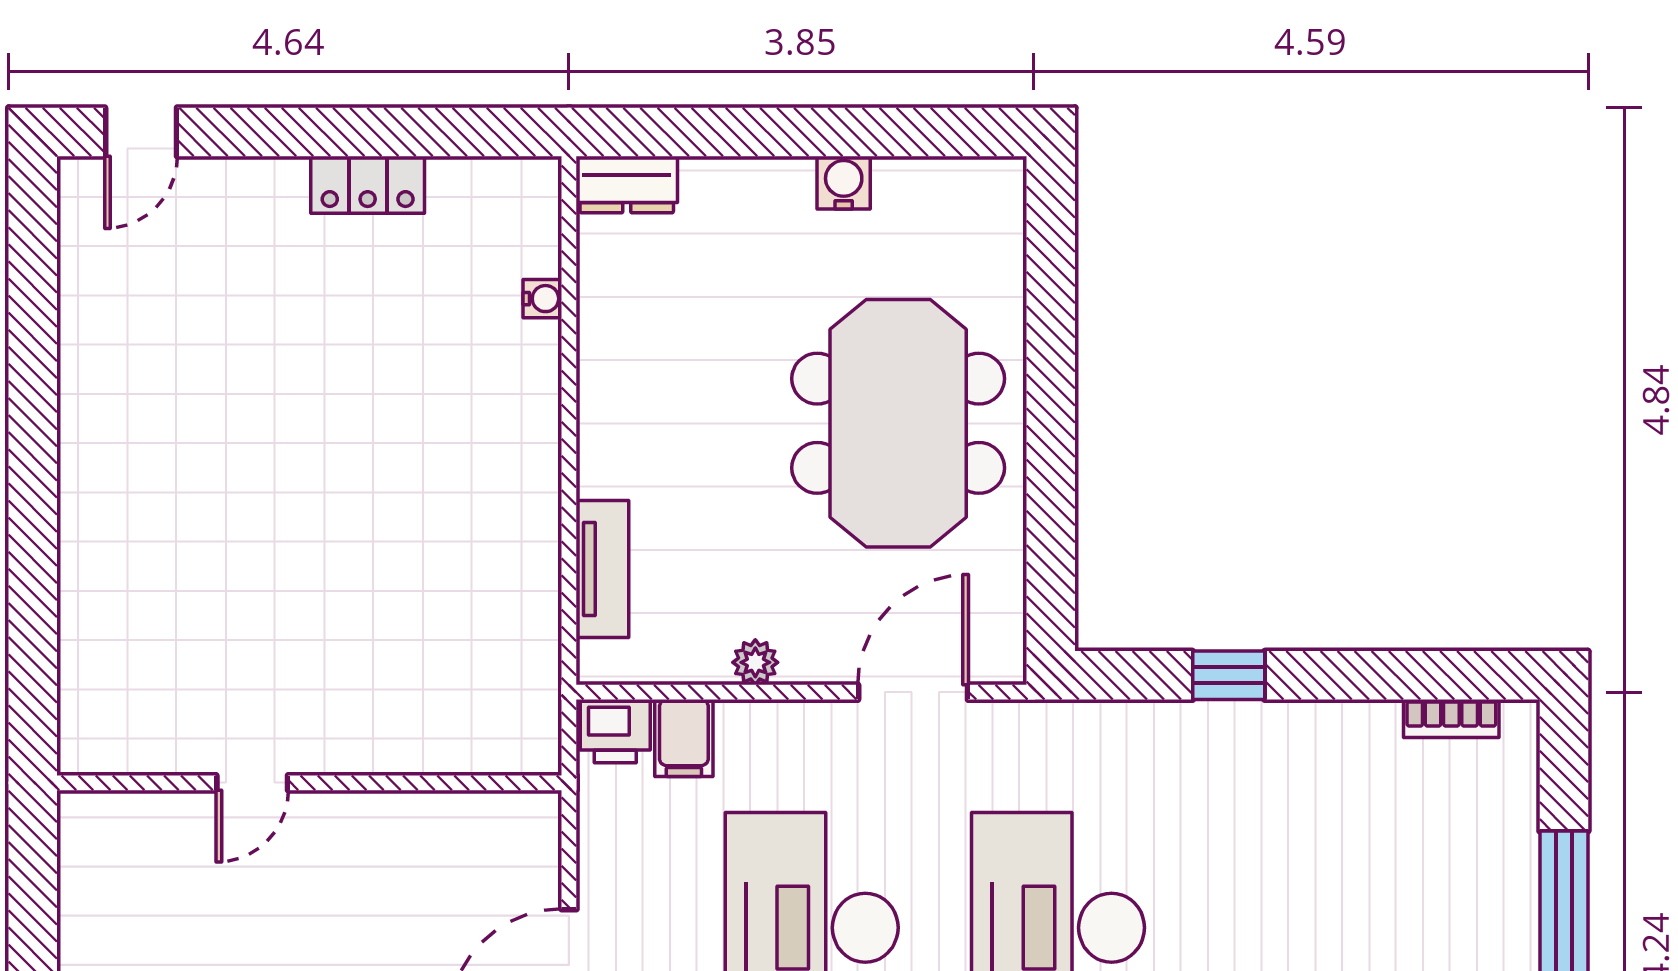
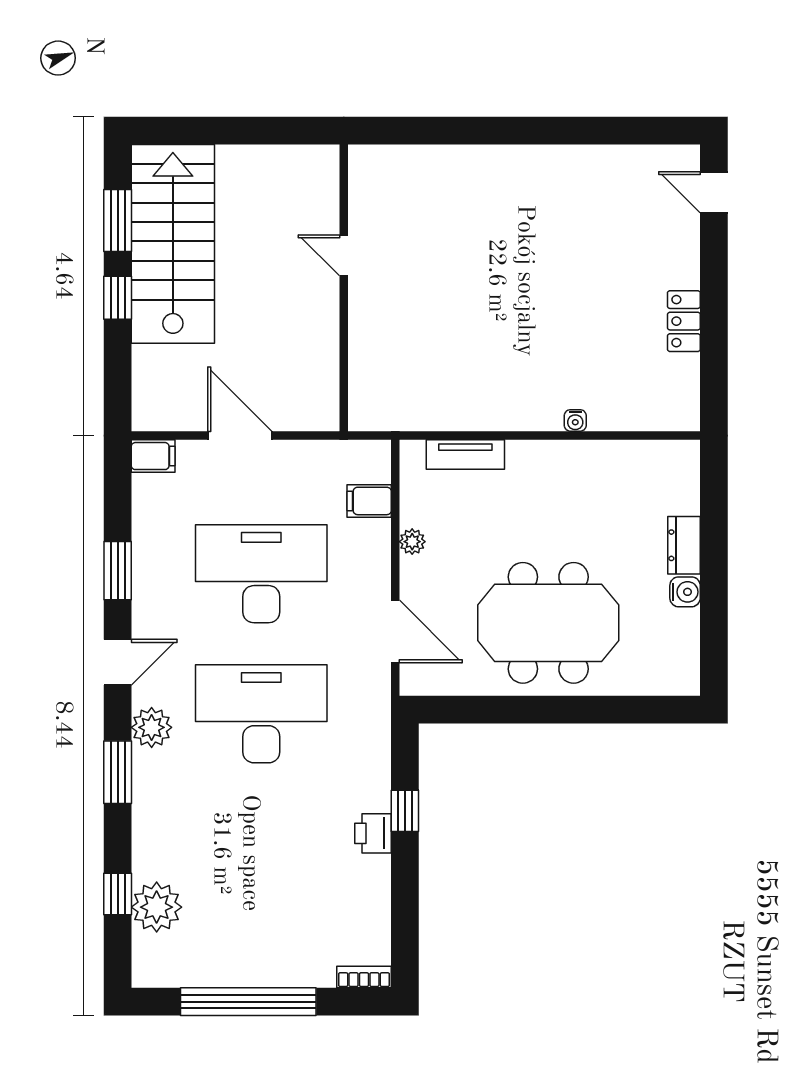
dresser: (627, 185) -> (684, 545), moved
water cooler: (542, 299) -> (575, 420), moved
bookcase: (1451, 719) -> (364, 977), moved, turned 90
printer: (615, 731) -> (373, 833), moved

